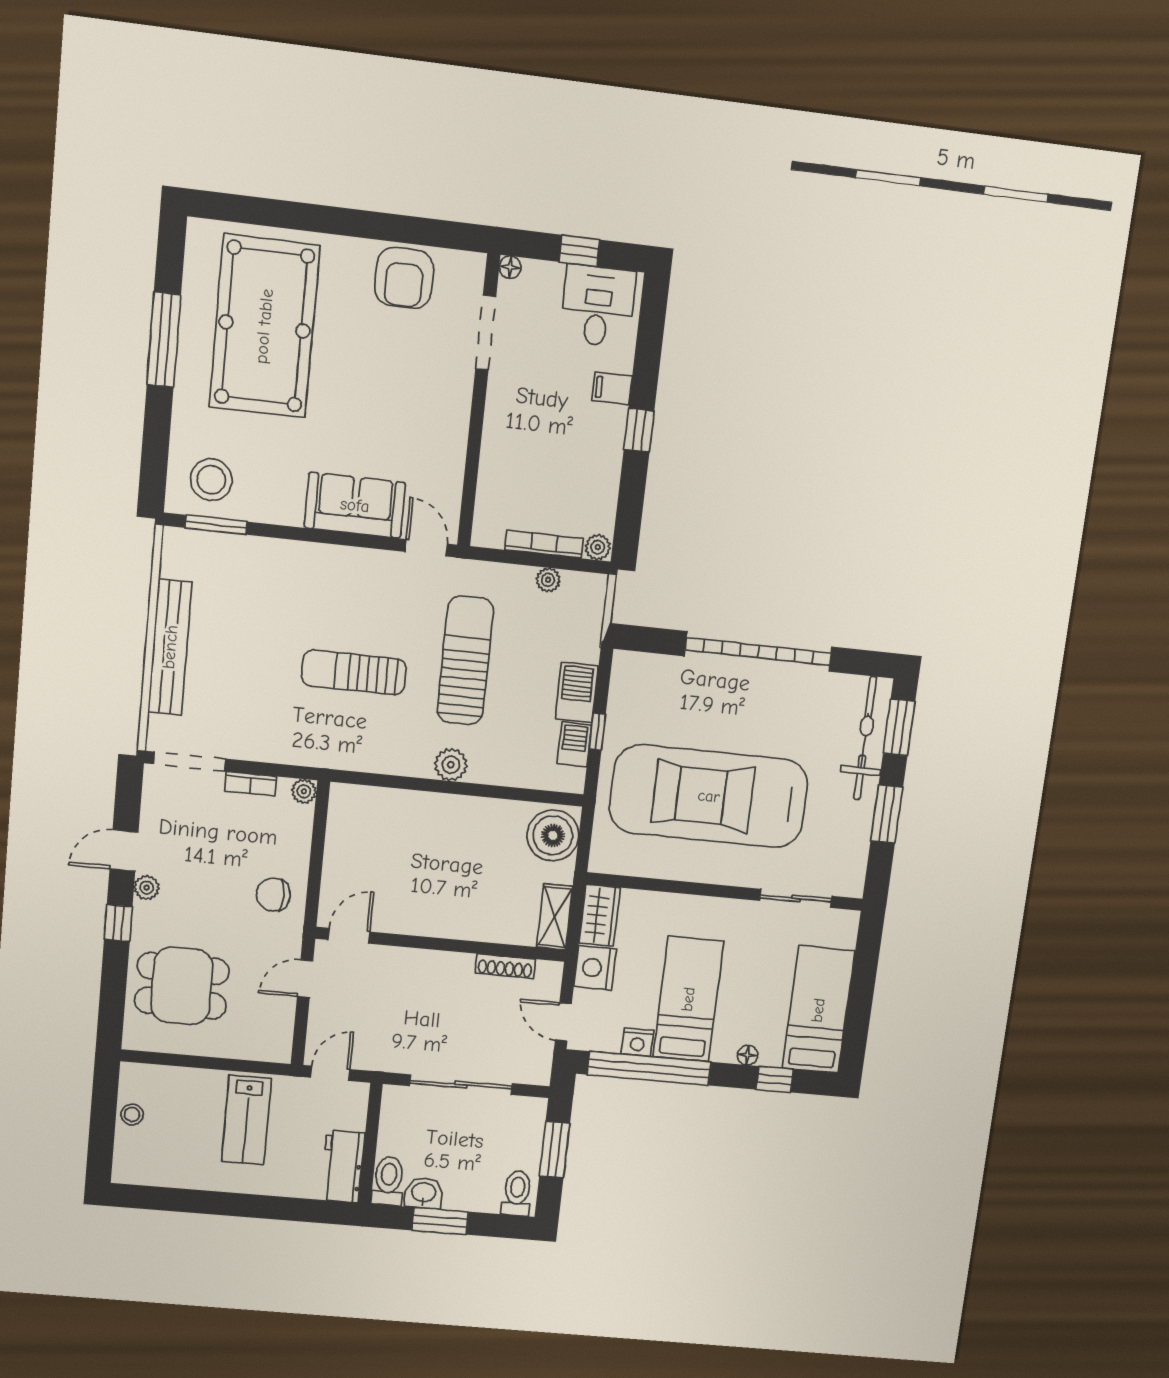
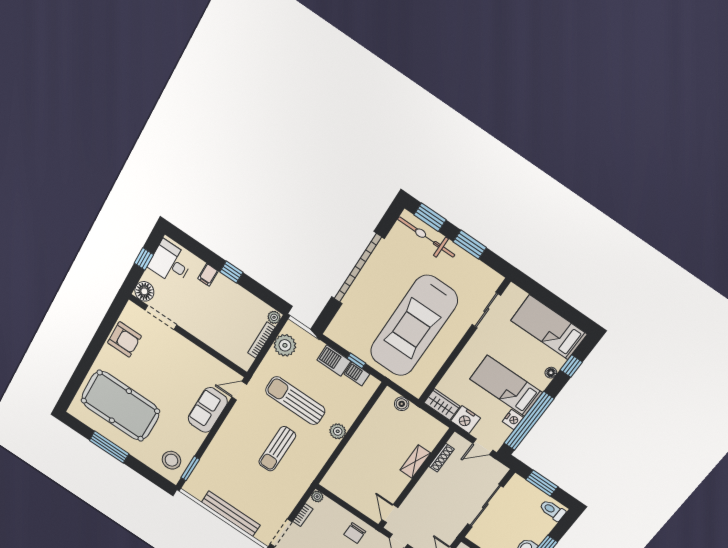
floor lamp: (510, 267) -> (144, 291), width x1.89, depth x1.89
plant: (548, 580) -> (285, 345), width x1.88, depth x1.88
boiler: (553, 835) -> (402, 404), width x0.54, depth x0.54
shelving: (555, 917) -> (415, 462), moved, turned 90

